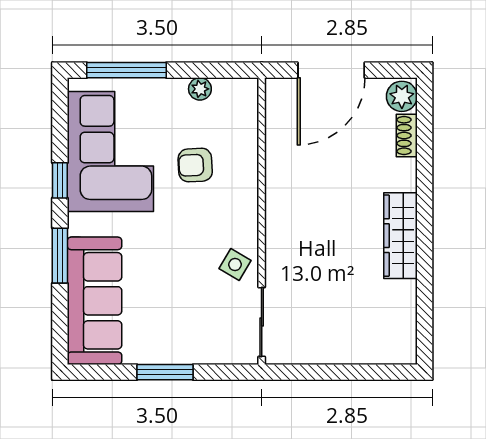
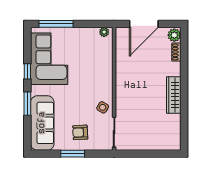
plant: (200, 89) -> (104, 32), moved
armchair: (195, 165) -> (80, 132), moved

